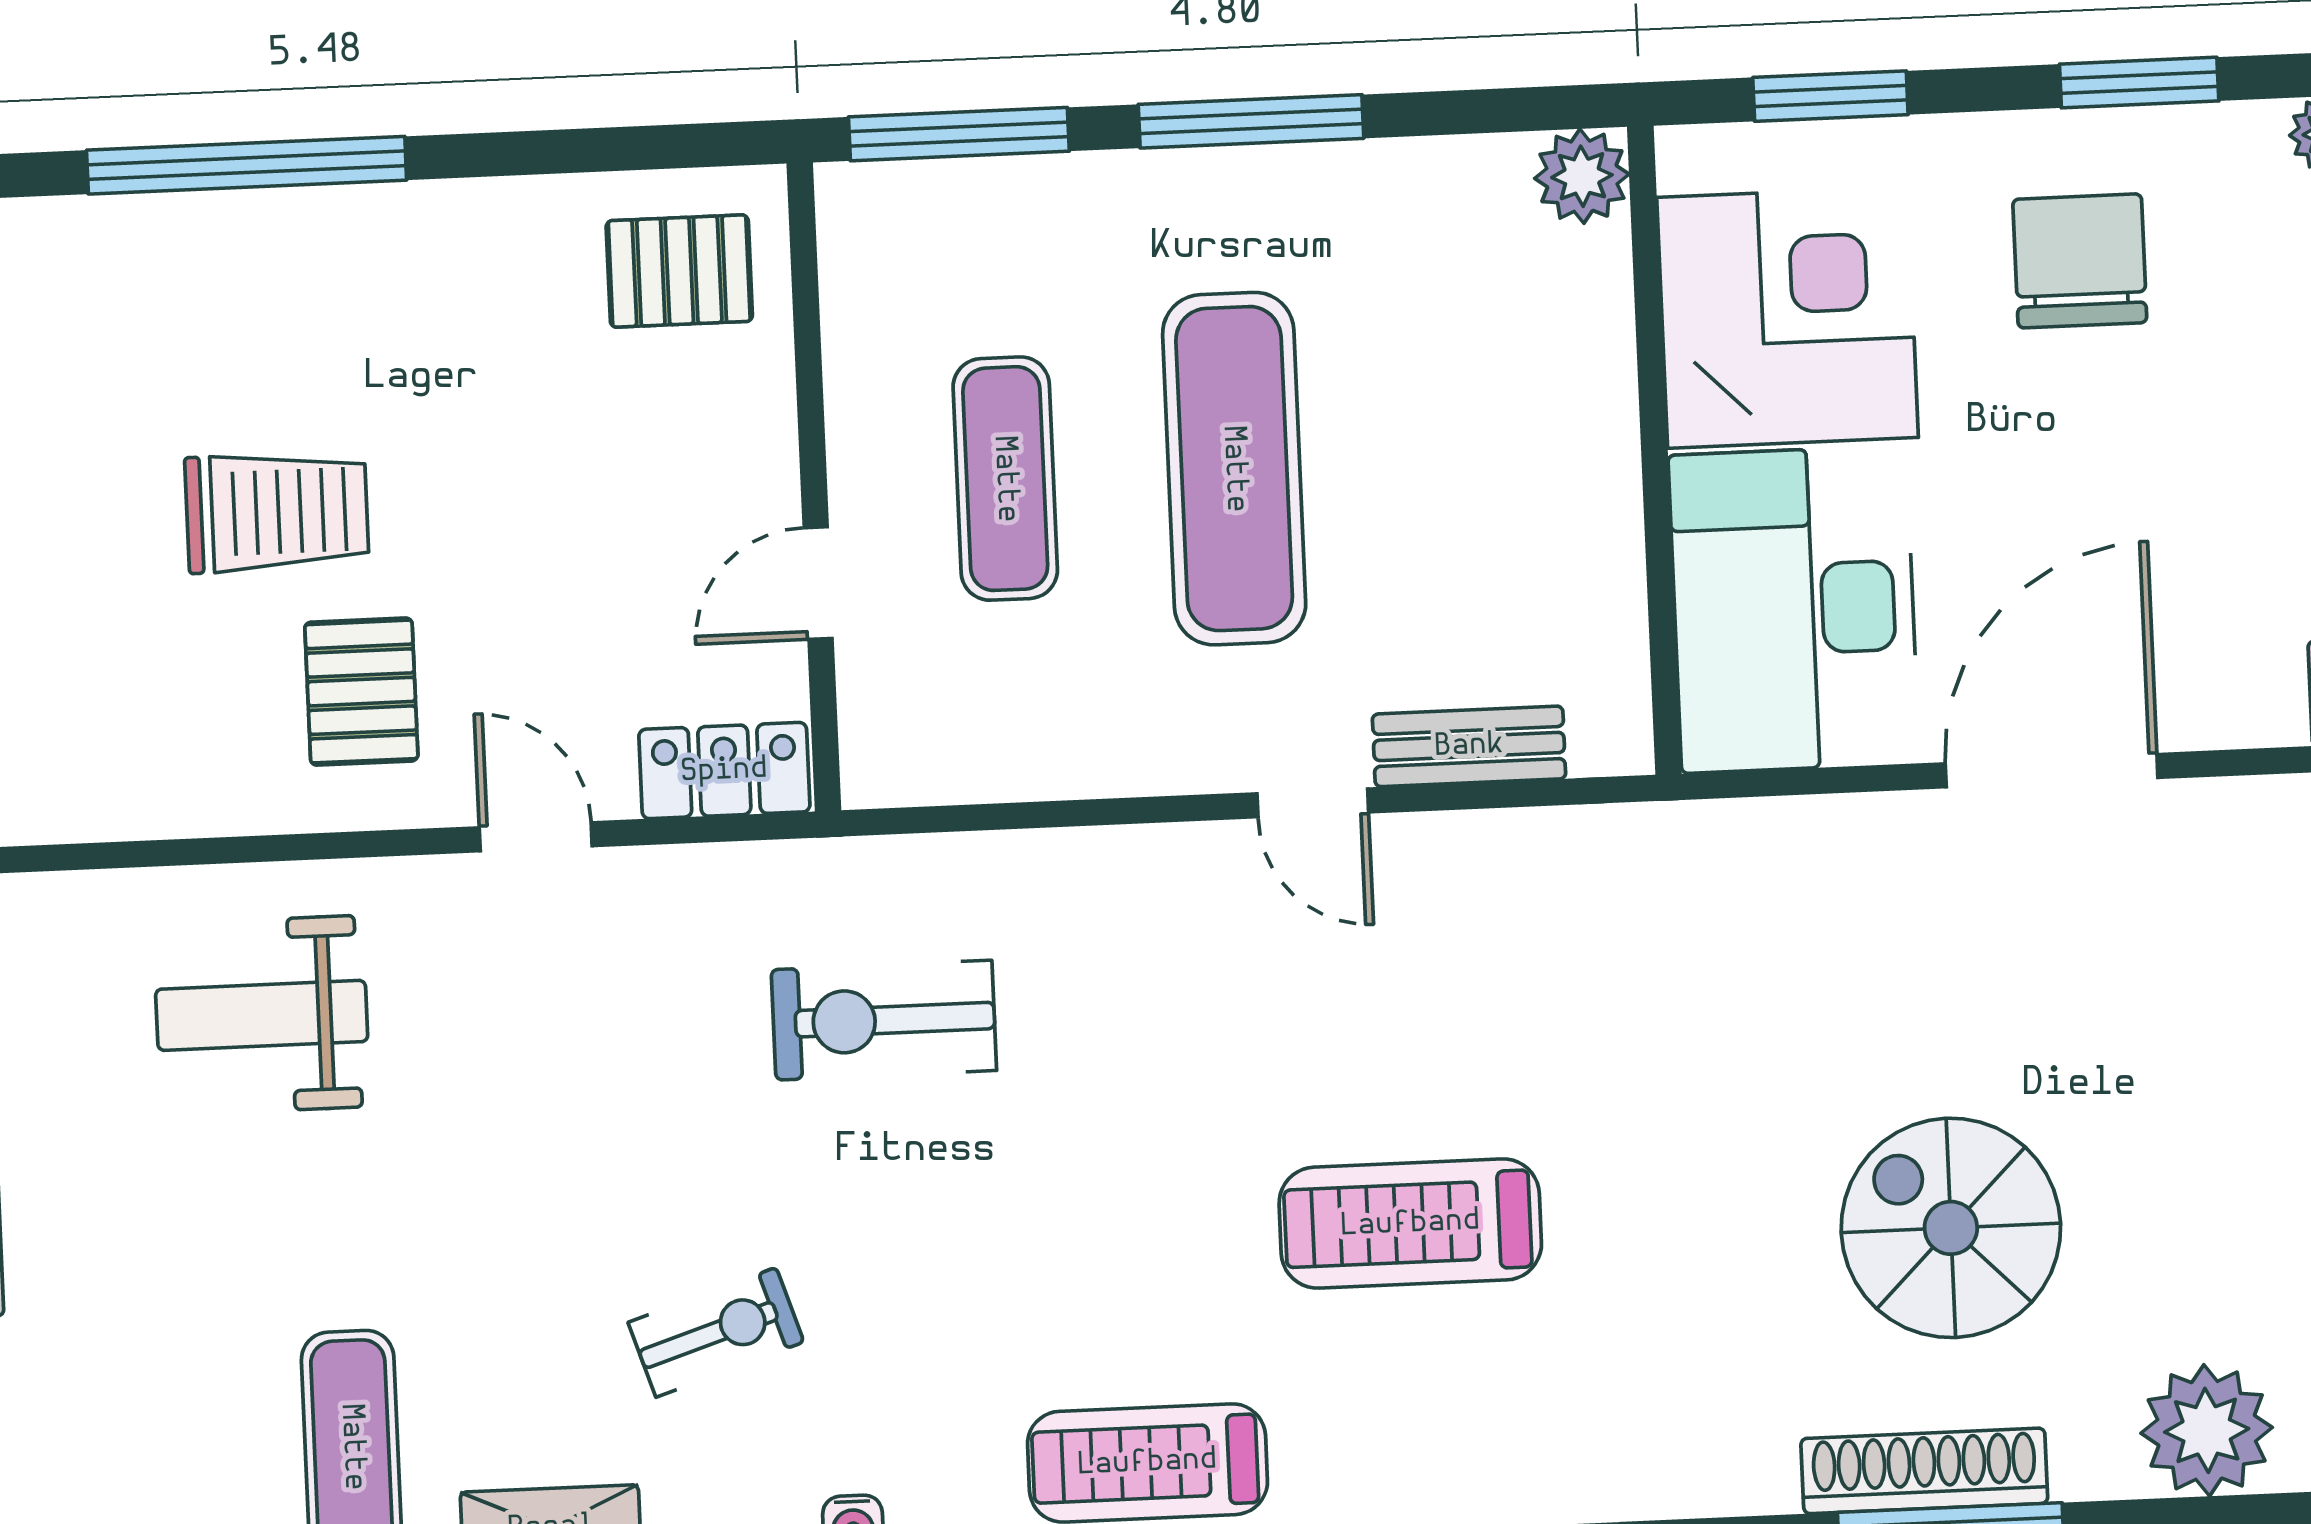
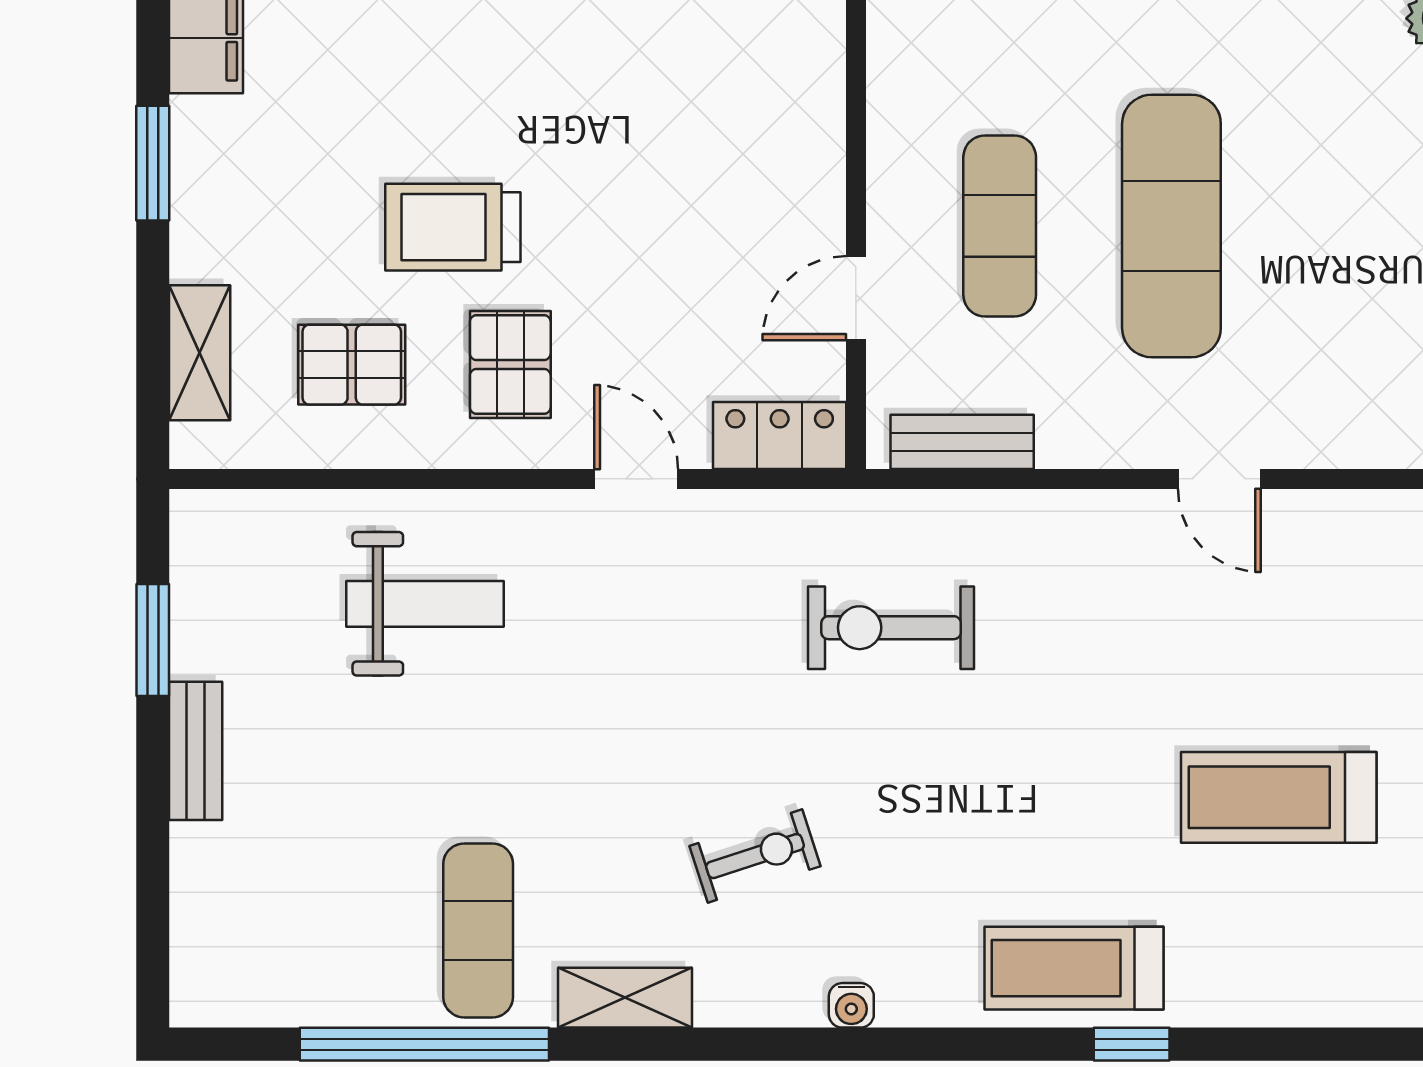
pallet: (679, 271) -> (352, 365), moved
trolley: (277, 512) -> (453, 227), turned 180
bench: (1469, 746) -> (962, 442), moved
weight bench: (262, 1015) -> (425, 604), turned 180

